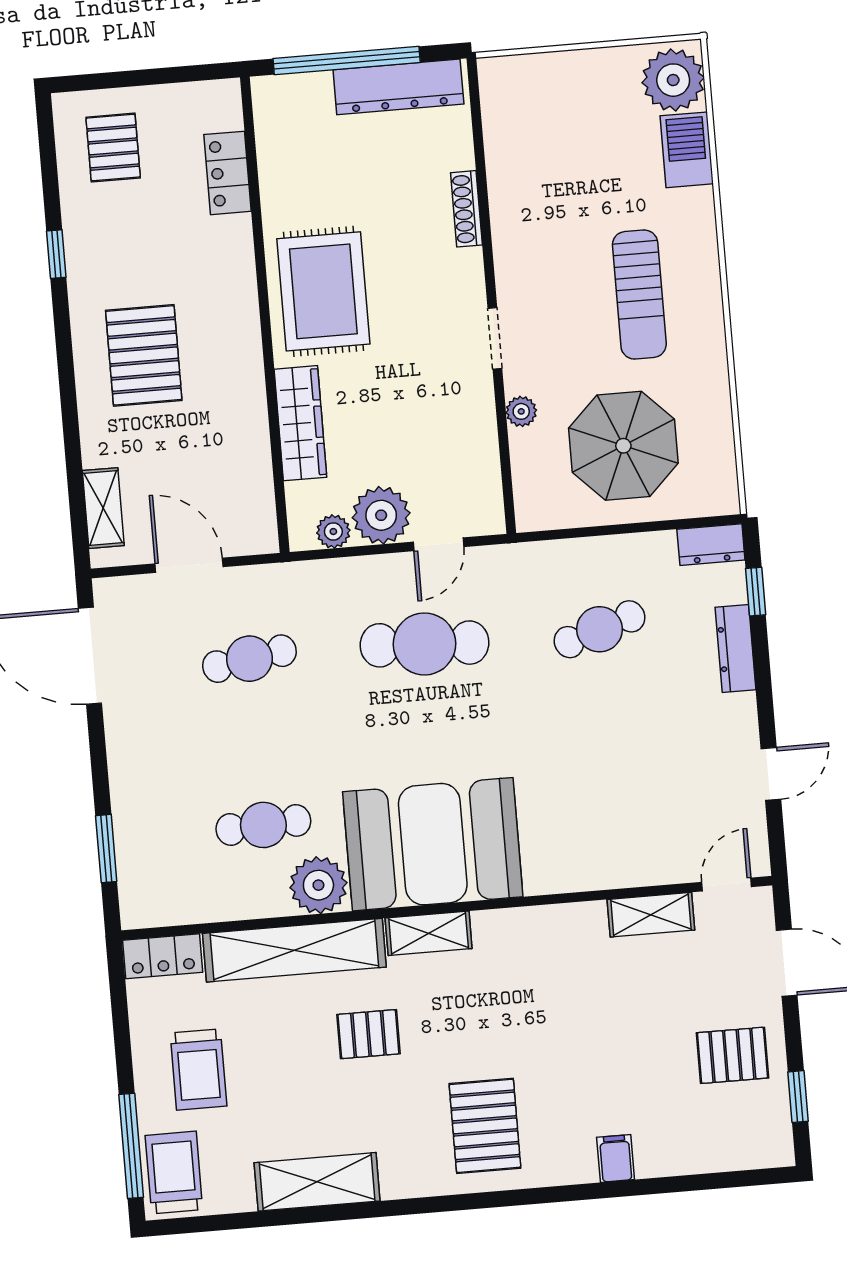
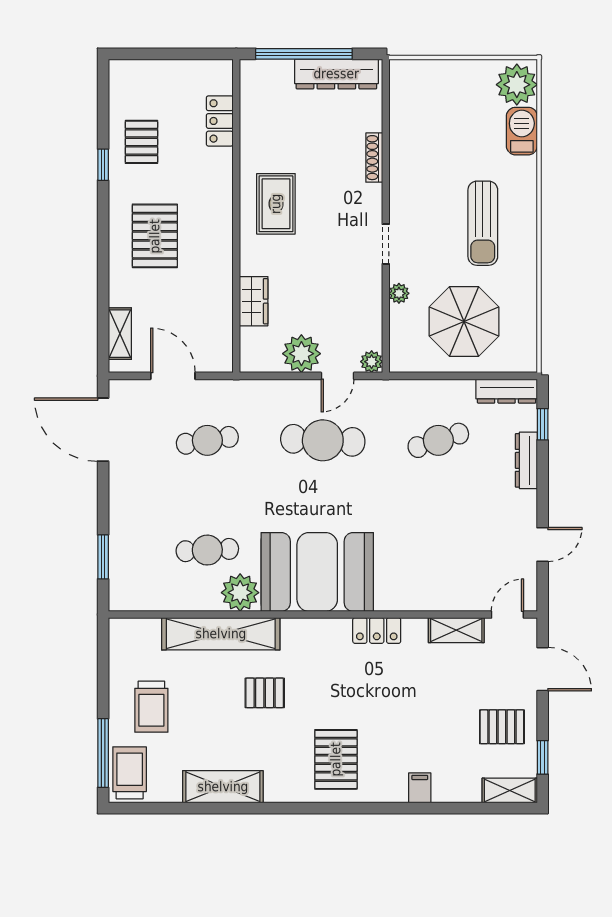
pallet: (113, 148) -> (141, 142), moved
rug: (323, 291) -> (276, 204), width x0.73, depth x0.70
wardrobe: (300, 423) -> (254, 301), width x0.67
plant: (333, 532) -> (372, 362), moved
dresser: (711, 545) -> (507, 391), width x1.44
shelving: (429, 933) -> (510, 790), moved
locker: (163, 956) -> (377, 630), moved

